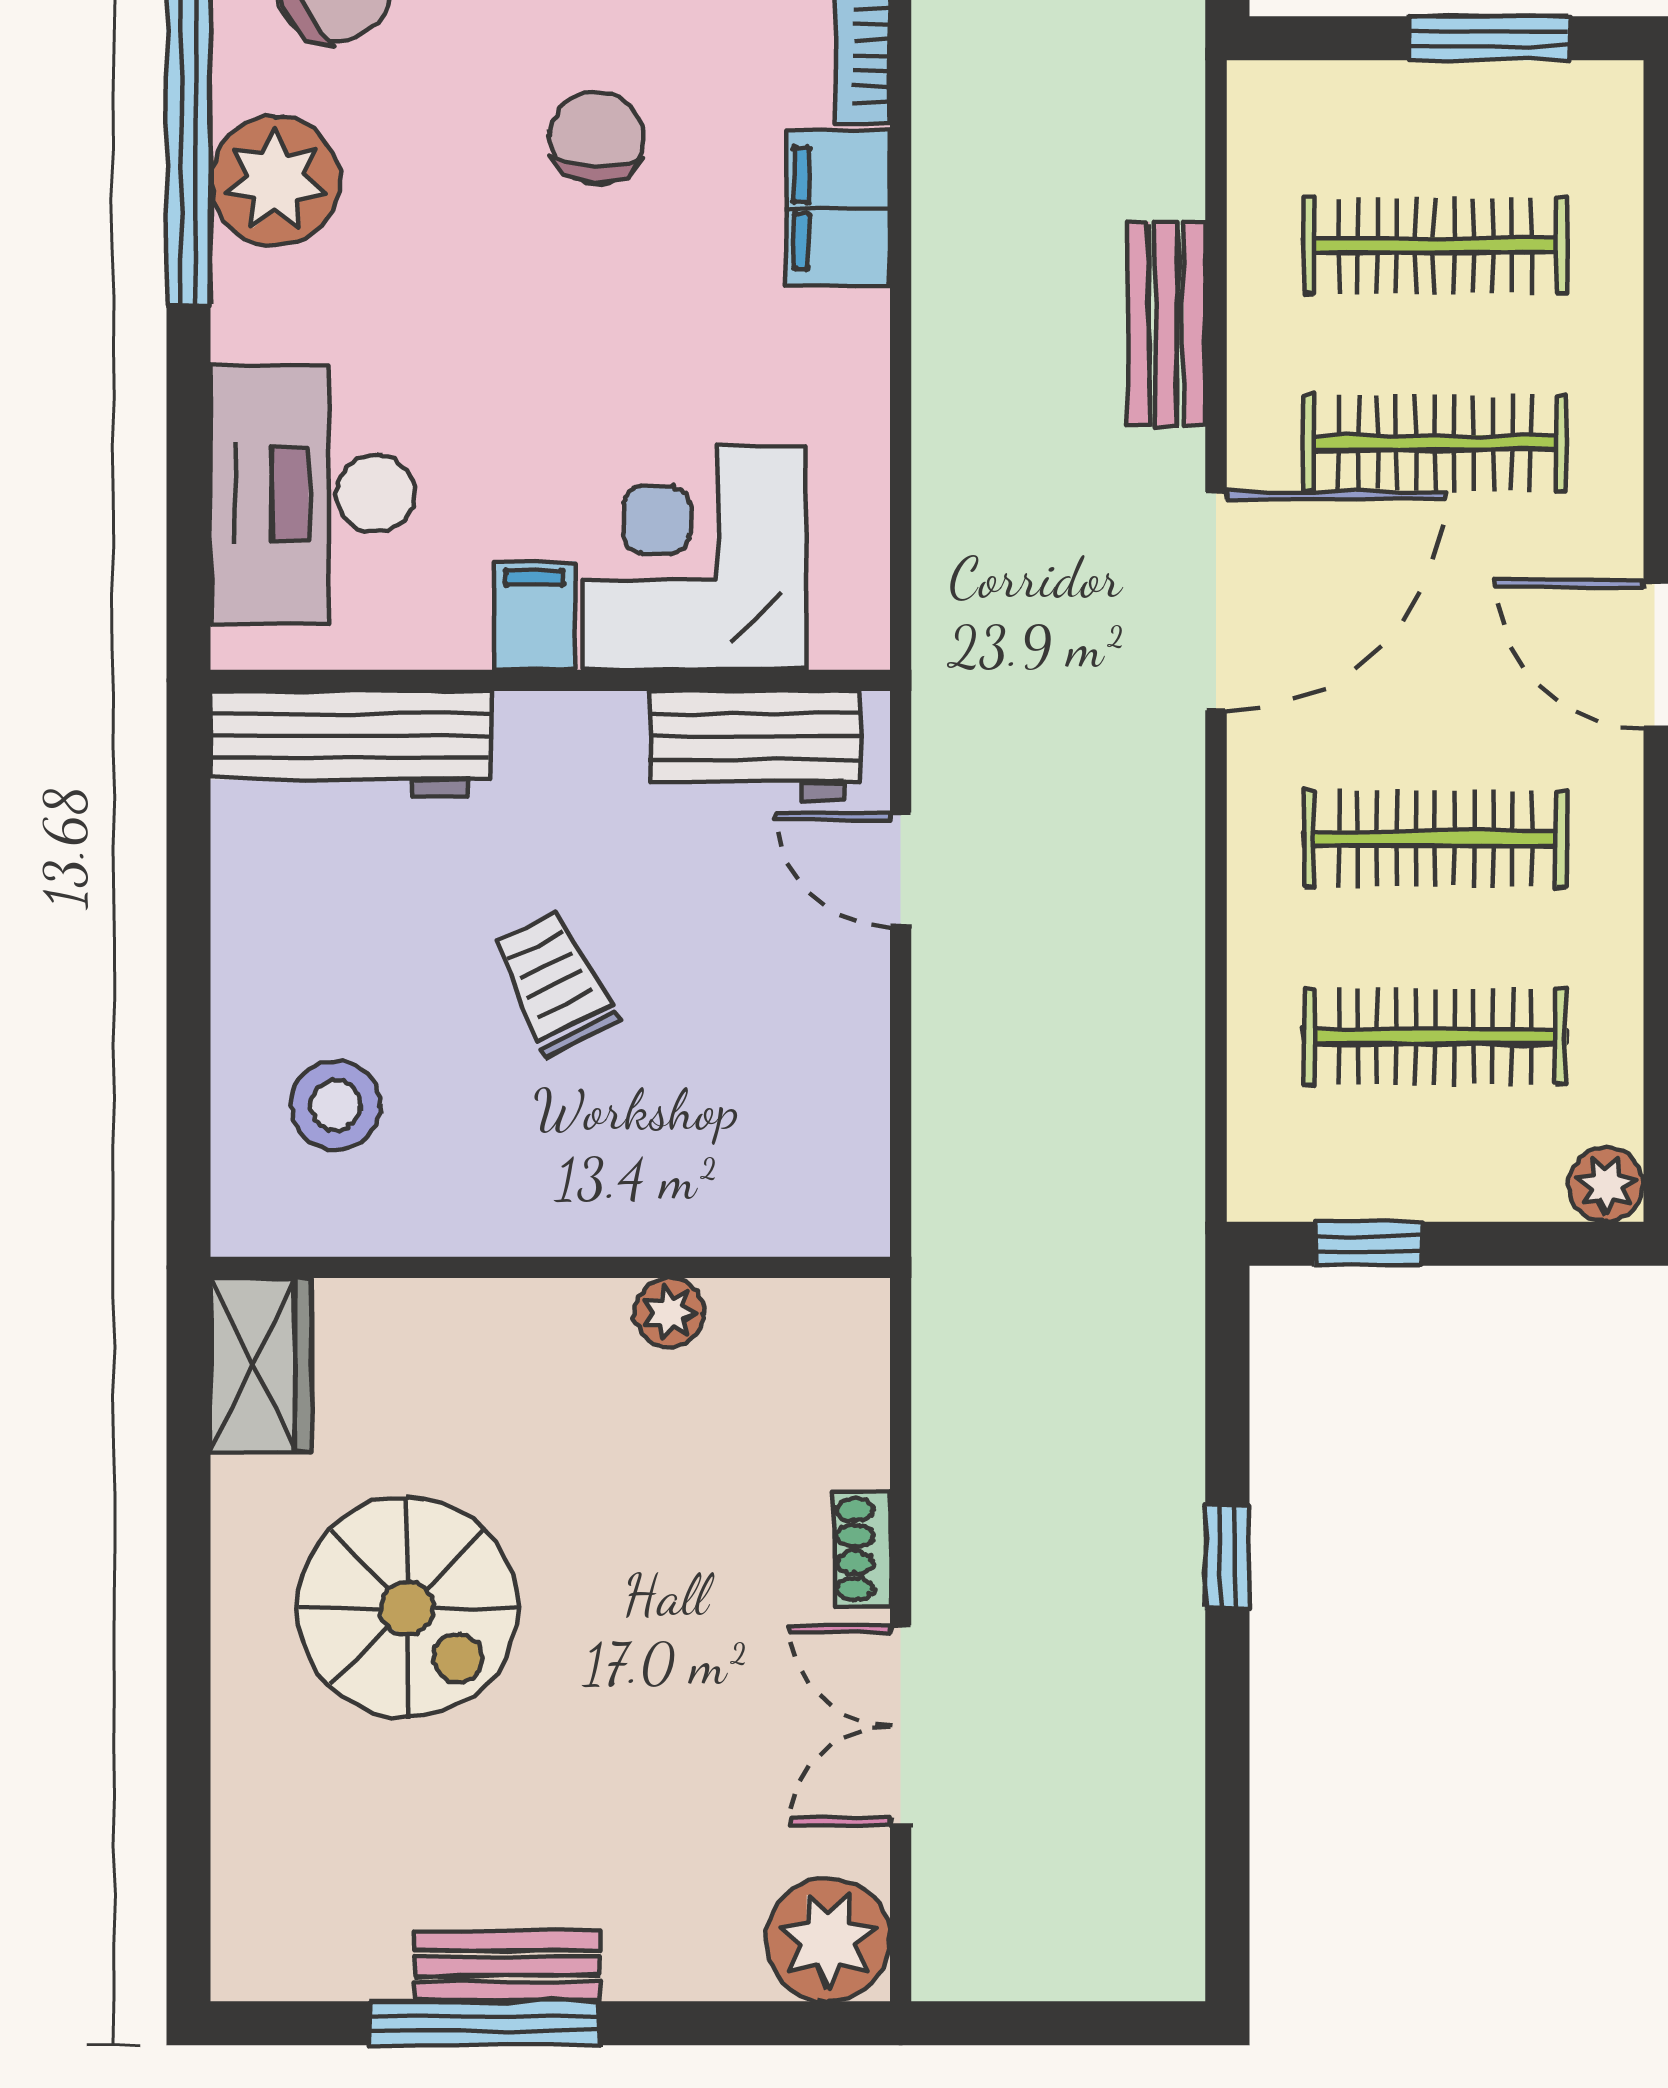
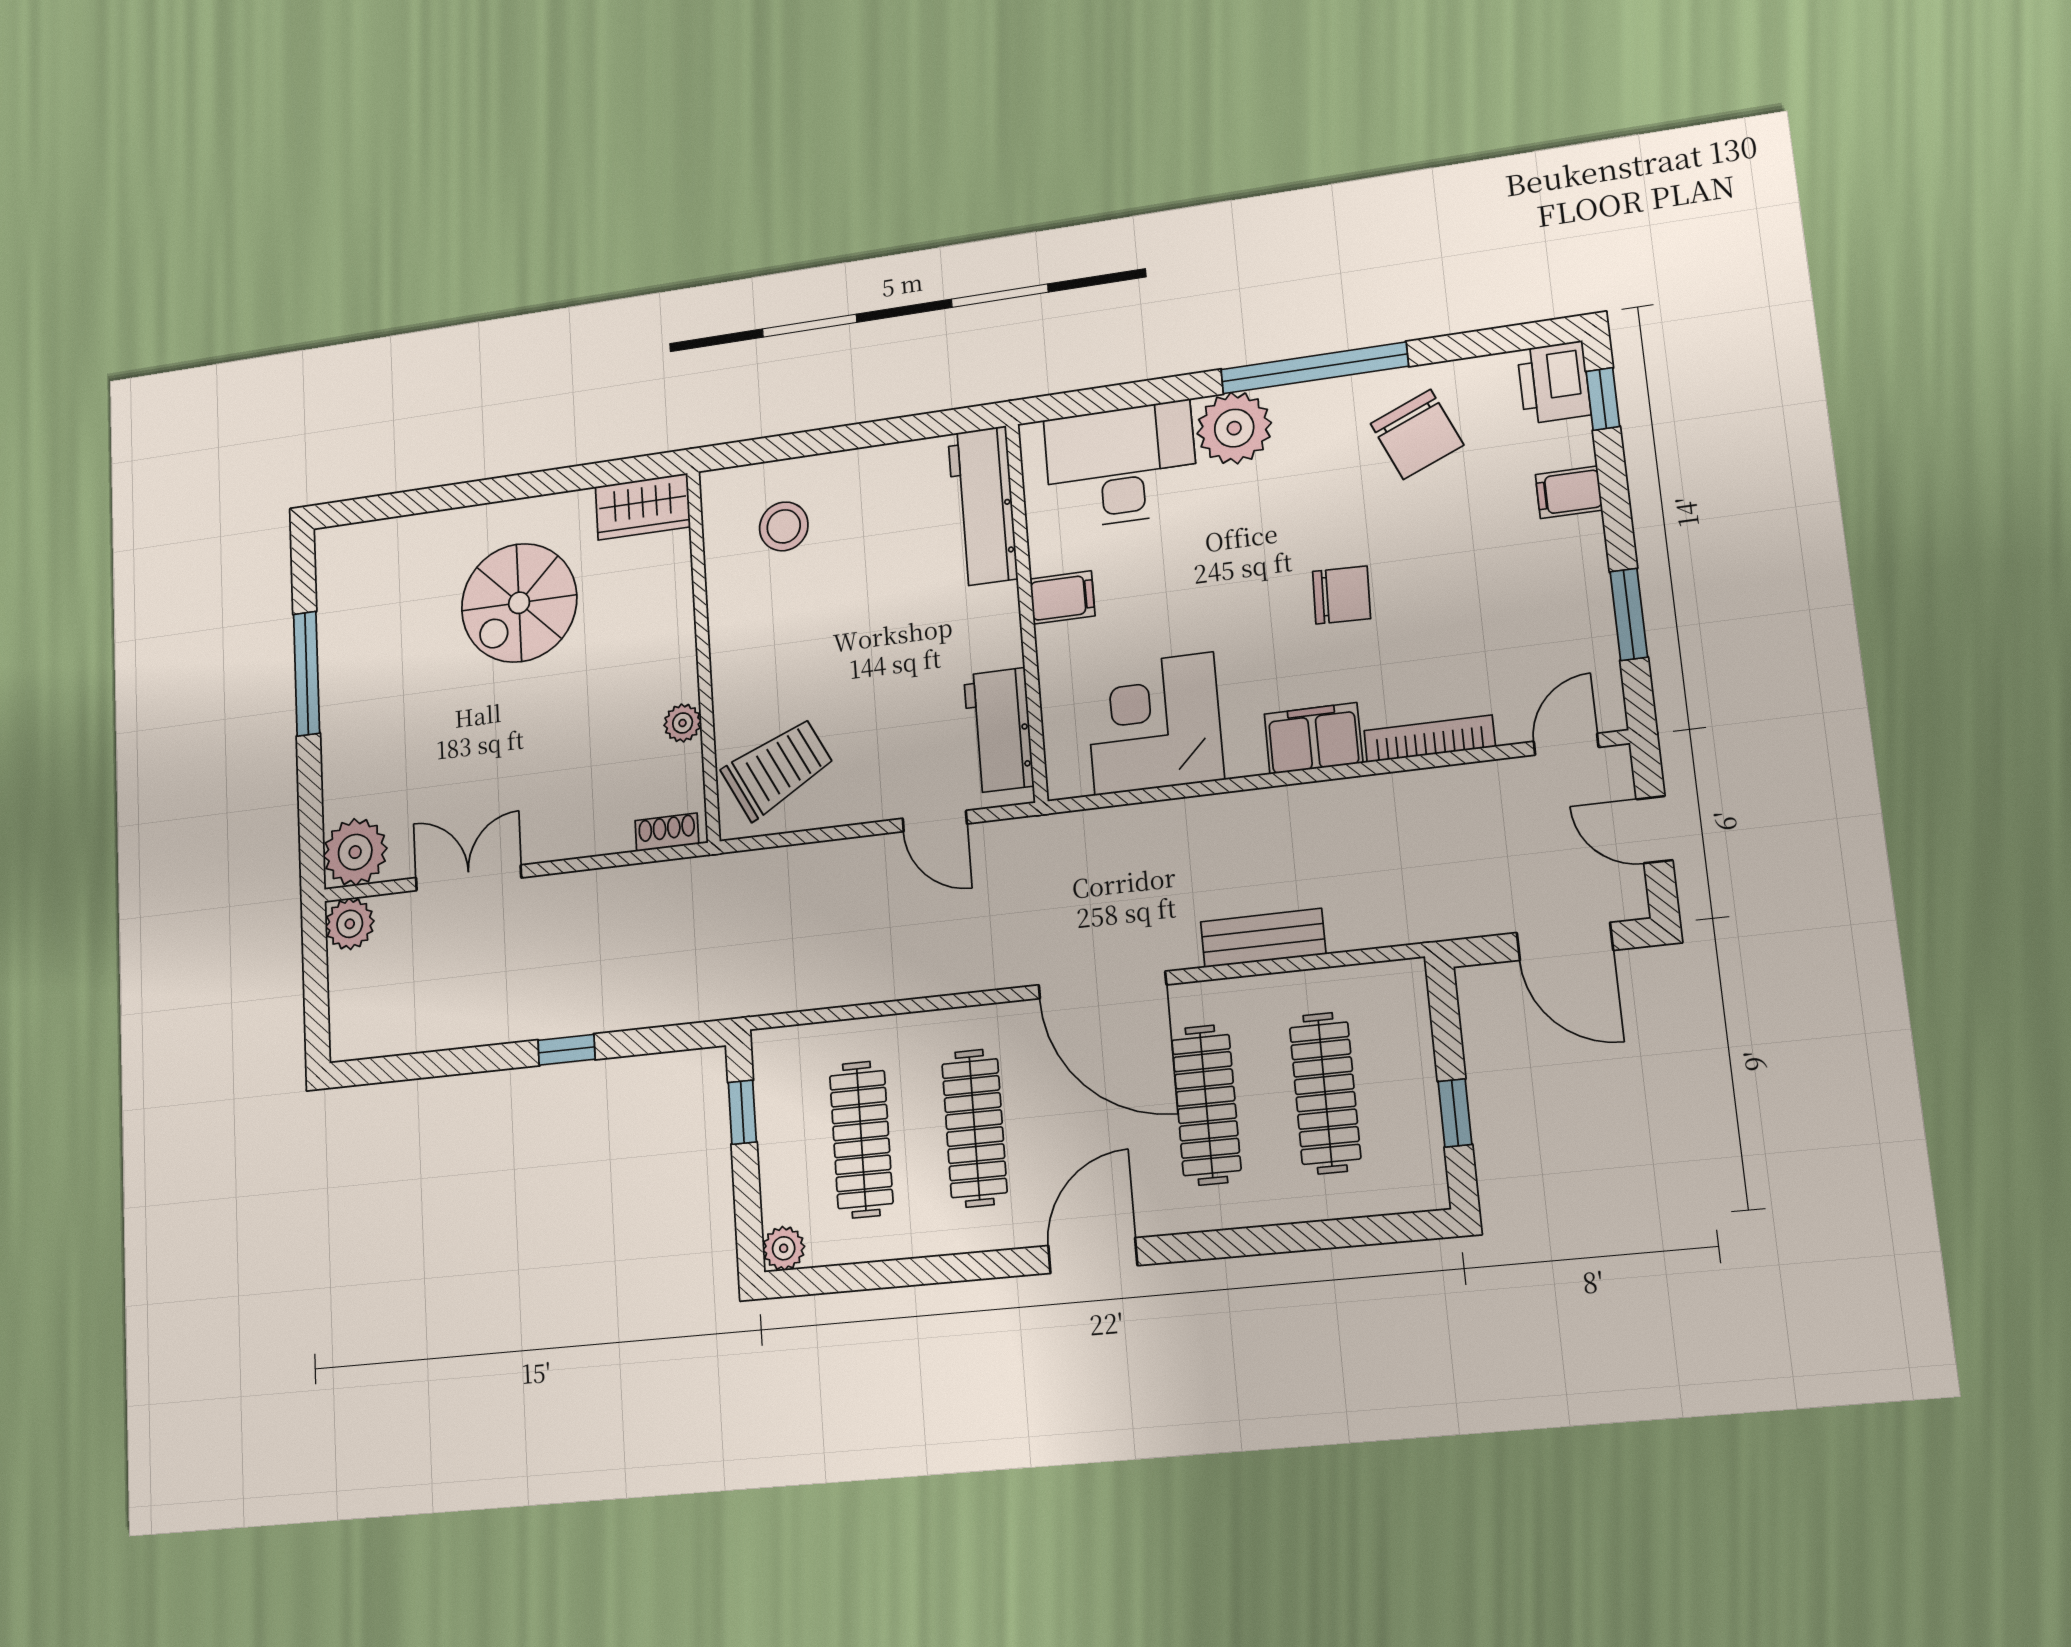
window: (1489, 38) -> (1455, 1113), width x0.67
plant: (275, 181) -> (1234, 428), moved
corner desk: (694, 558) -> (1154, 724), moved, turned -90
door: (901, 869) -> (935, 821), swing flipped
trolley: (554, 983) -> (778, 769), moved, width x1.36, depth x1.39
shoe rack: (862, 1549) -> (667, 832), moved
plant: (958, 1954) -> (350, 924), added
bench: (507, 1966) -> (336, 682), removed

